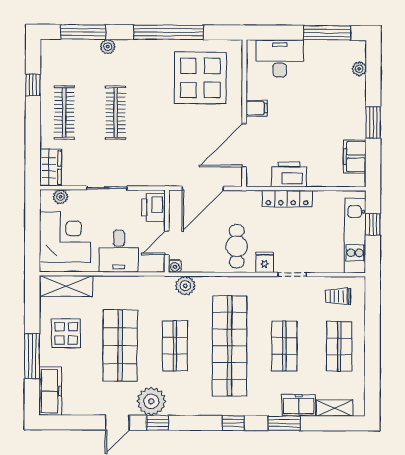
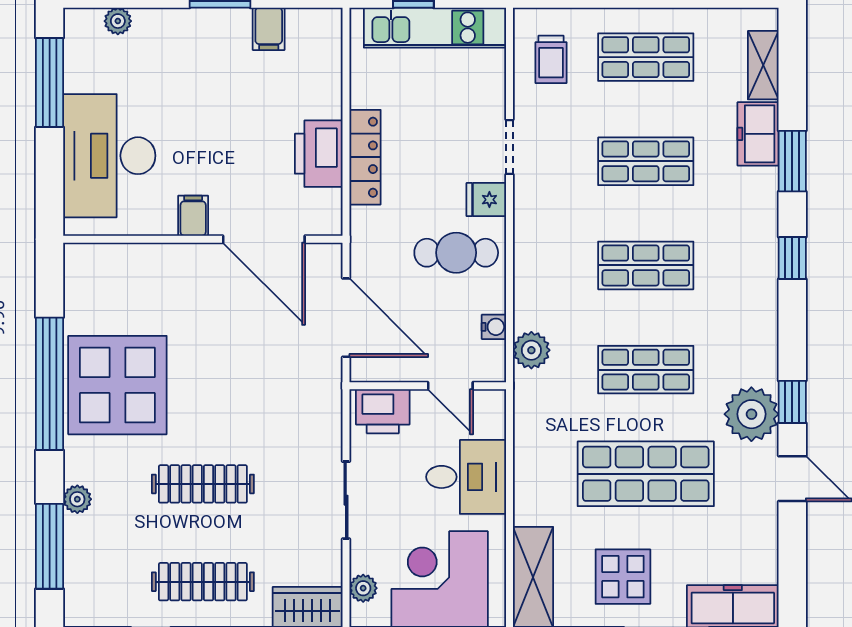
desk: (280, 58) -> (109, 156), width x1.36, depth x1.30
display table: (200, 78) -> (117, 385), moved
filing cabinet: (355, 157) -> (269, 29), width x0.50
water cooler: (175, 266) -> (494, 327), moved
shop shelf: (230, 346) -> (646, 265), width x0.50, depth x0.74

